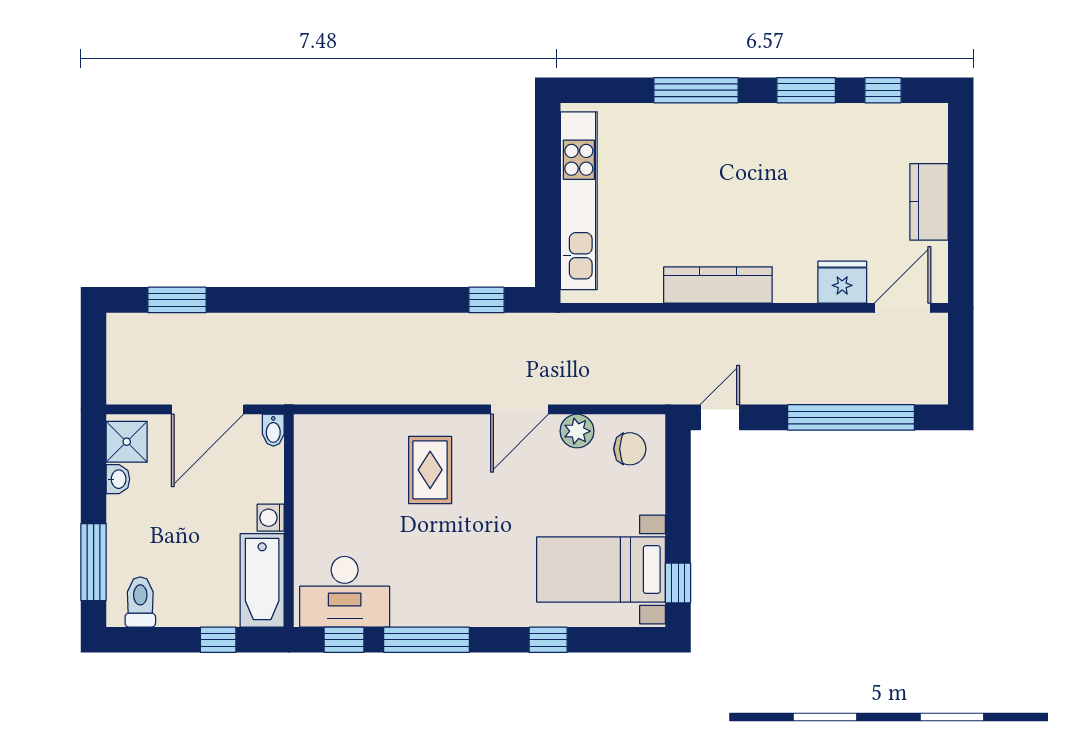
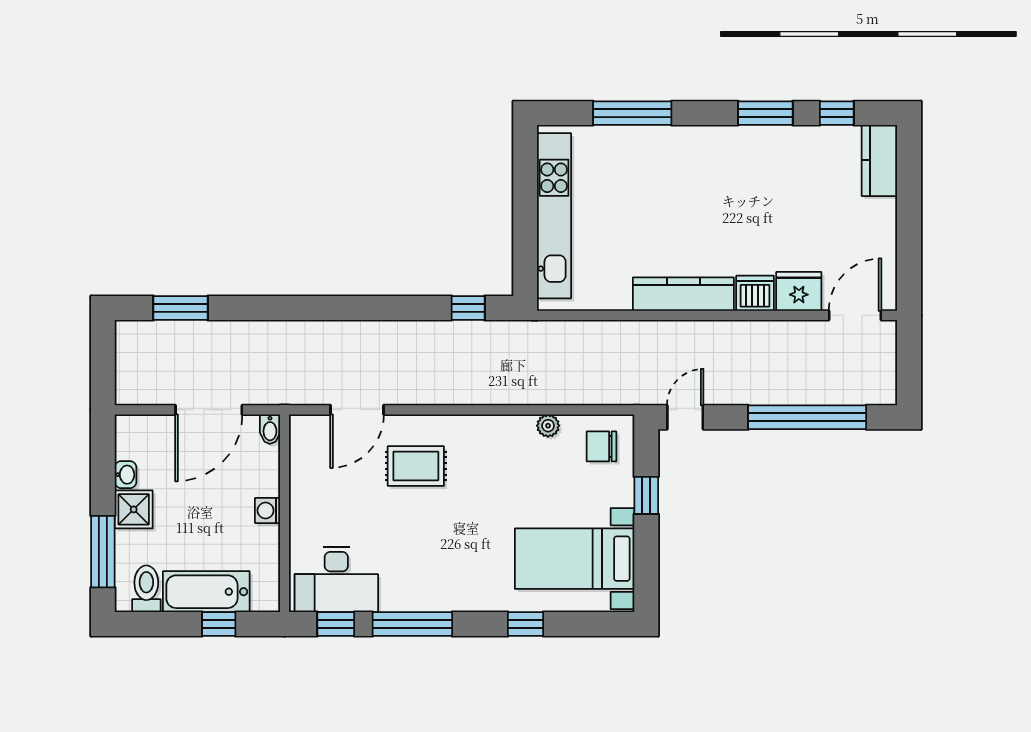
window: (696, 90) -> (632, 113), moved
kitchen counter: (929, 202) -> (879, 160), moved
dishwasher: (795, 284) -> (755, 293), added
door: (519, 409) -> (357, 410), moved
plant: (577, 431) -> (548, 426), width x0.73, depth x0.73
shower: (127, 442) -> (134, 509), moved
chair: (630, 449) -> (601, 446), turned 180
rug: (430, 470) -> (416, 466), turned 90
bathtub: (262, 580) -> (206, 592), moved, turned 90
window: (678, 583) -> (646, 495), moved

